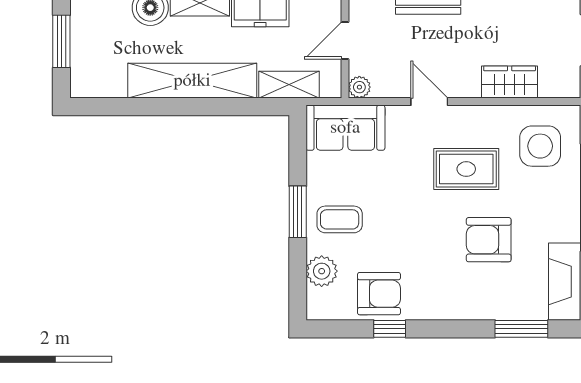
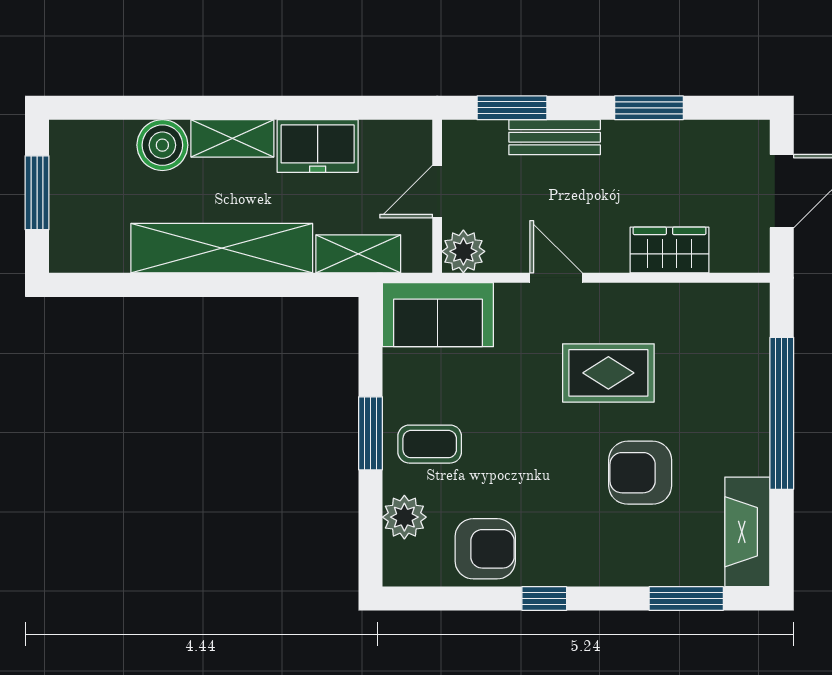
plant: (359, 87) -> (463, 251), width x1.38, depth x1.38
side table: (540, 146) -> (713, 341), removed
window: (390, 329) -> (544, 599), moved

